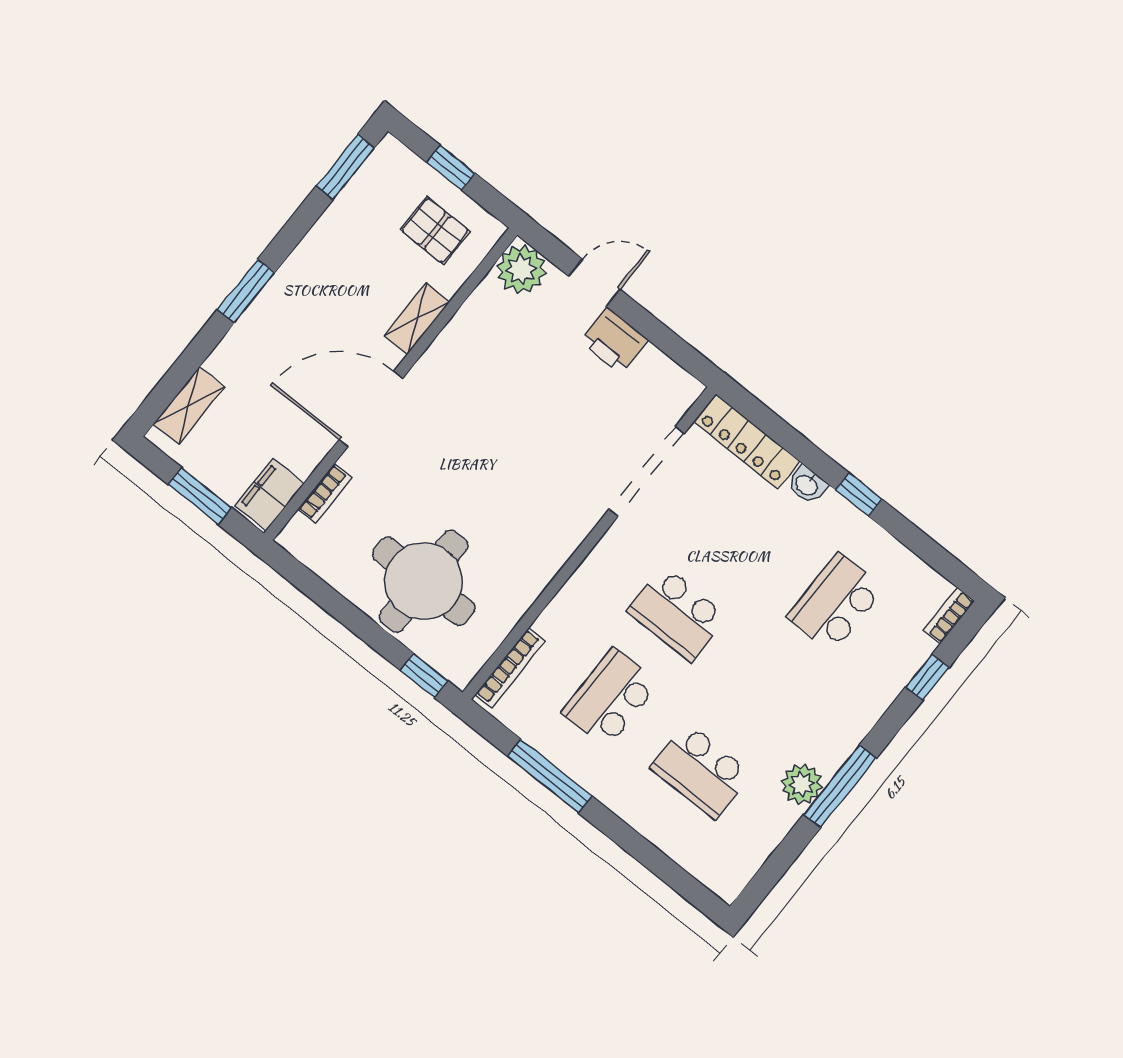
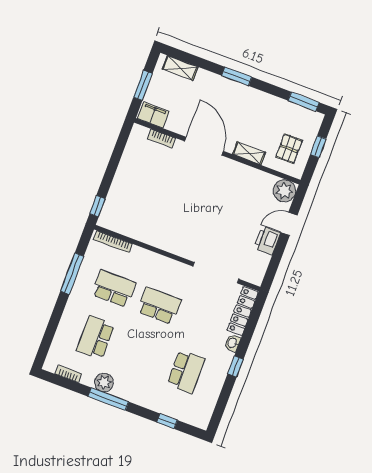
door: (594, 283) -> (289, 224), swing flipped
round table: (424, 581) -> (138, 193), removed
school desk: (836, 603) -> (186, 372), turned 90
school desk: (677, 614) -> (159, 306), turned 90
bookcase: (949, 616) -> (68, 374), moved

